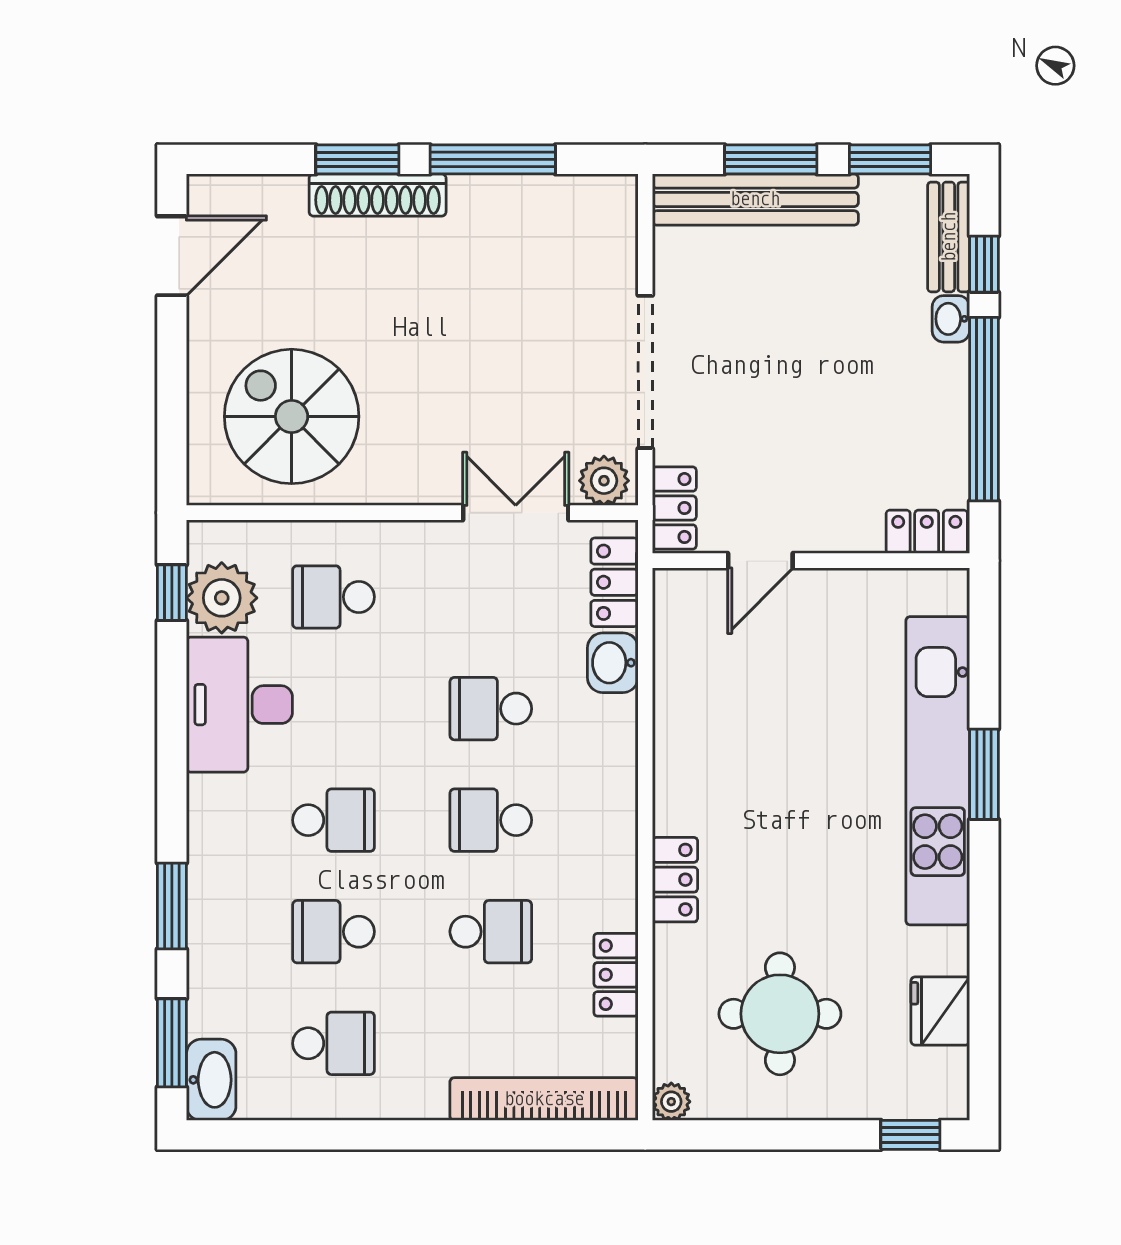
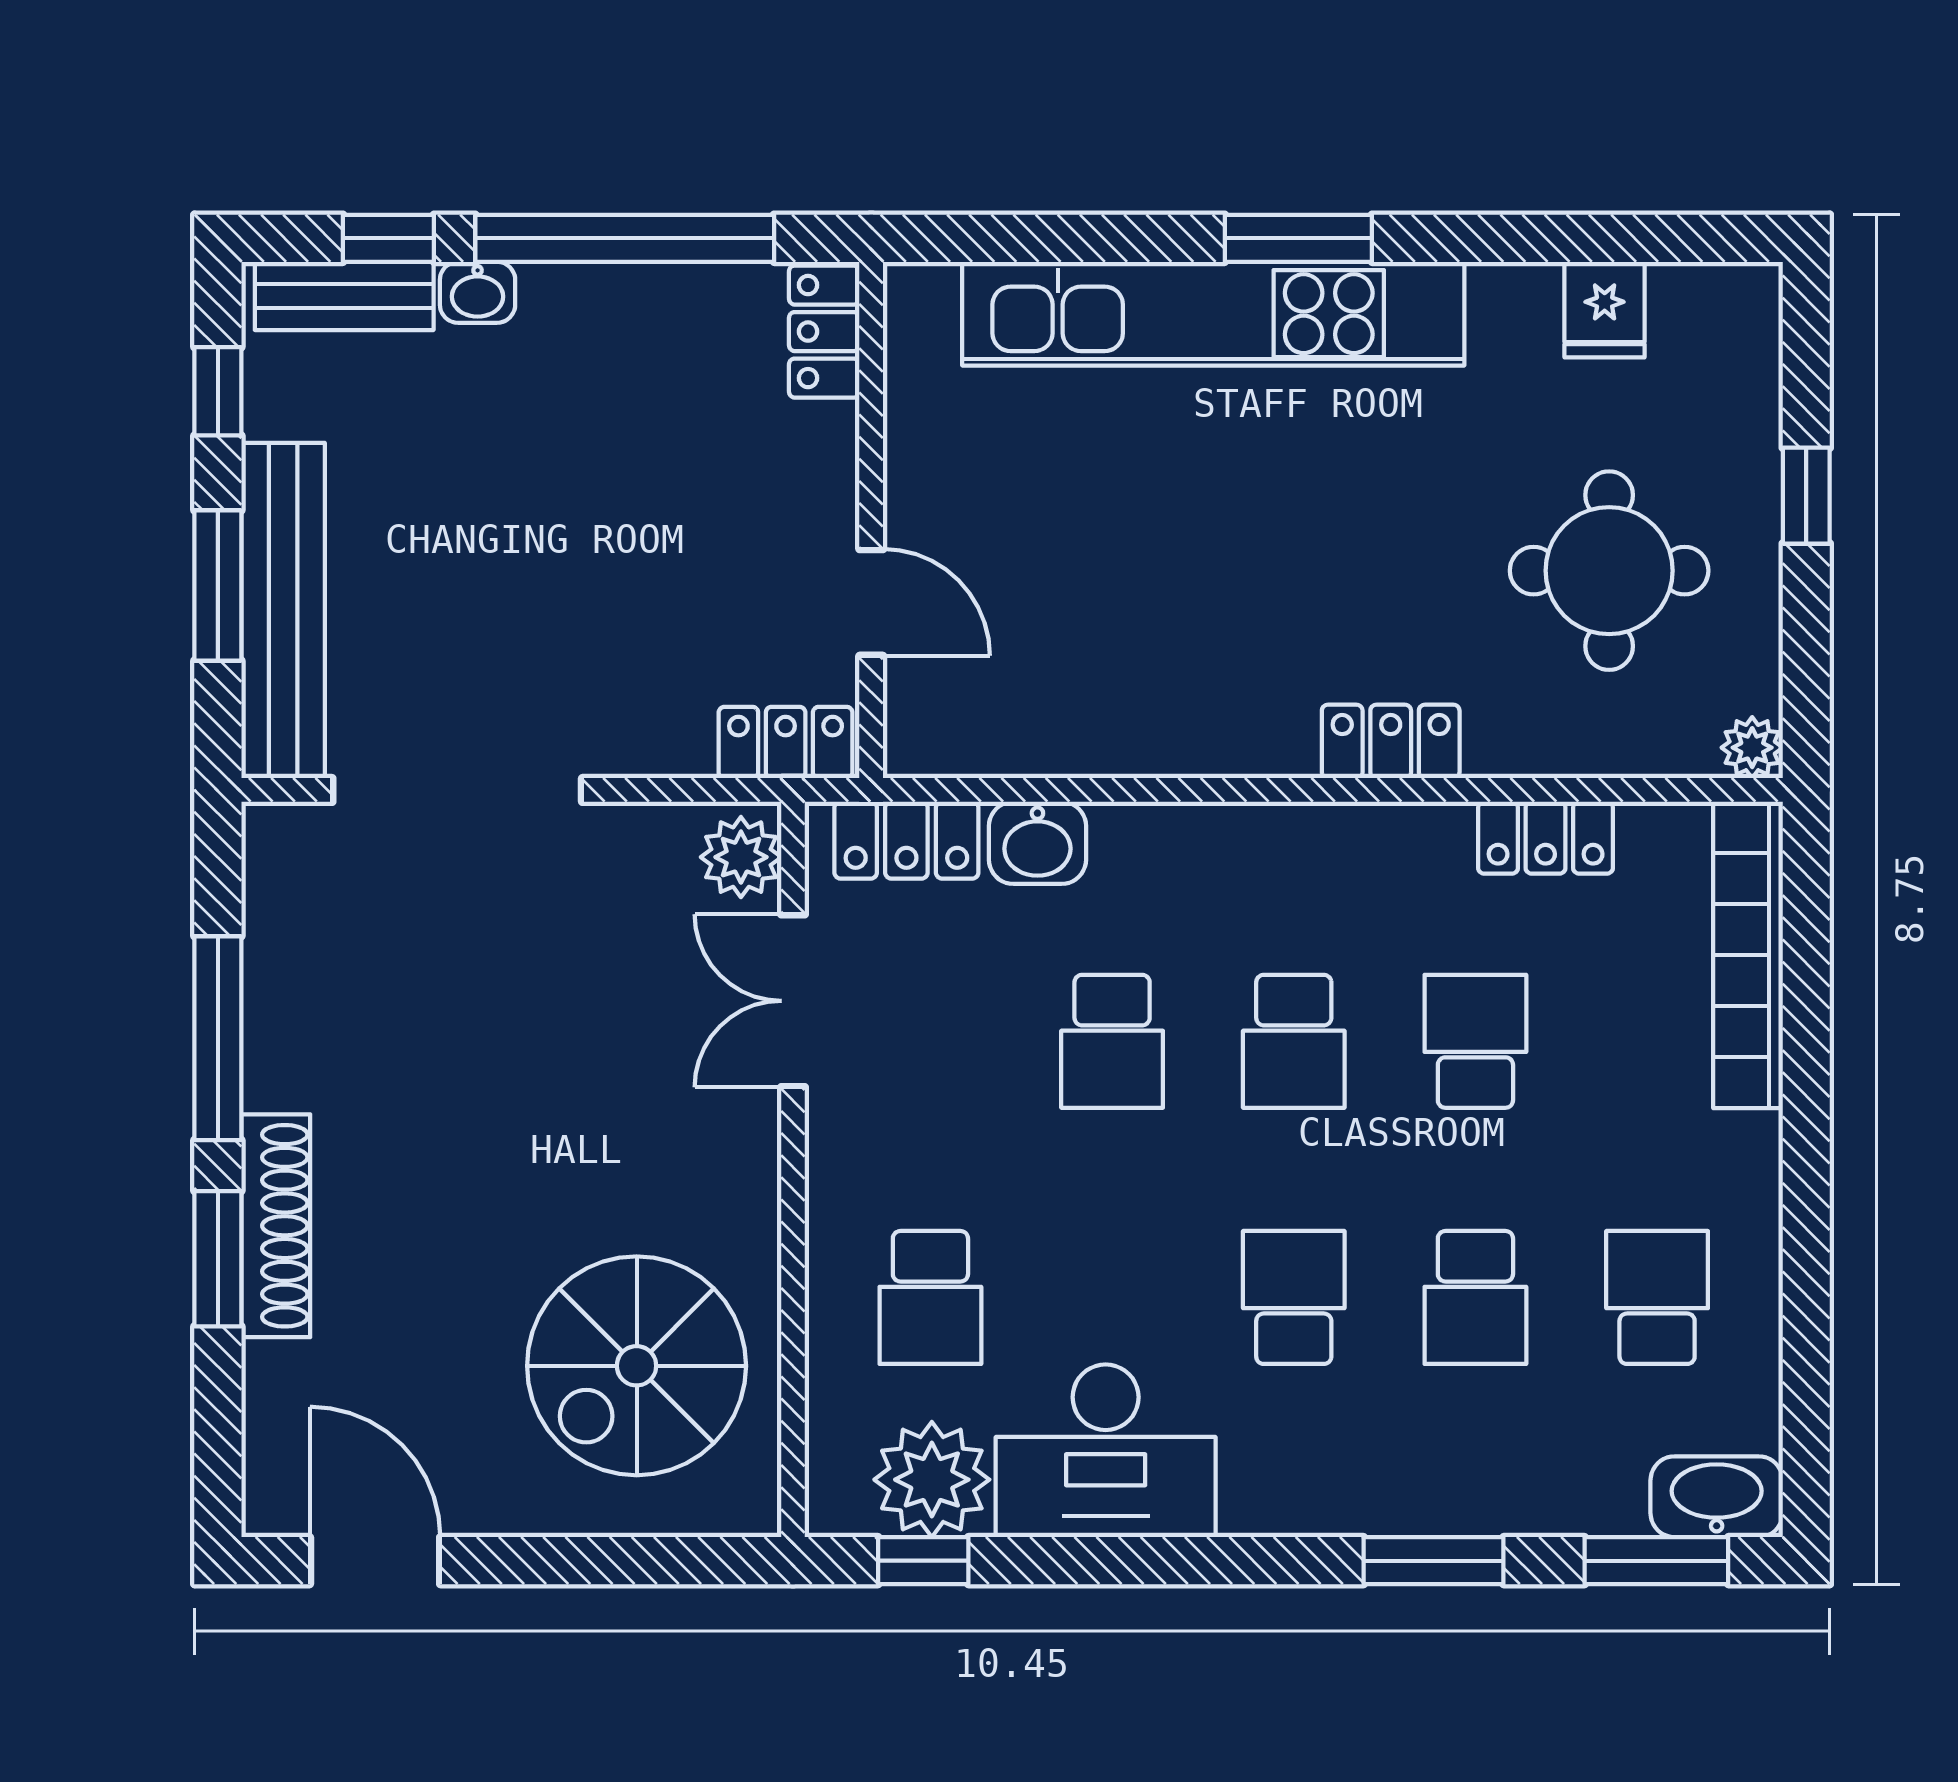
window: (890, 159) -> (218, 391), width x0.67
doorway: (645, 372) -> (457, 790), moved
window: (984, 774) -> (1298, 238), moved
fridge: (940, 1011) -> (1605, 310), width x0.72
window: (910, 1135) -> (1806, 496), moved

